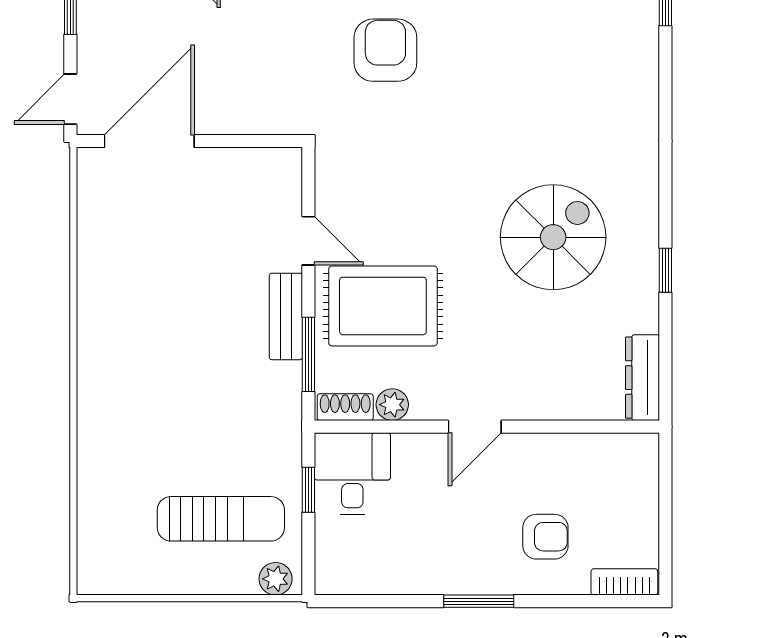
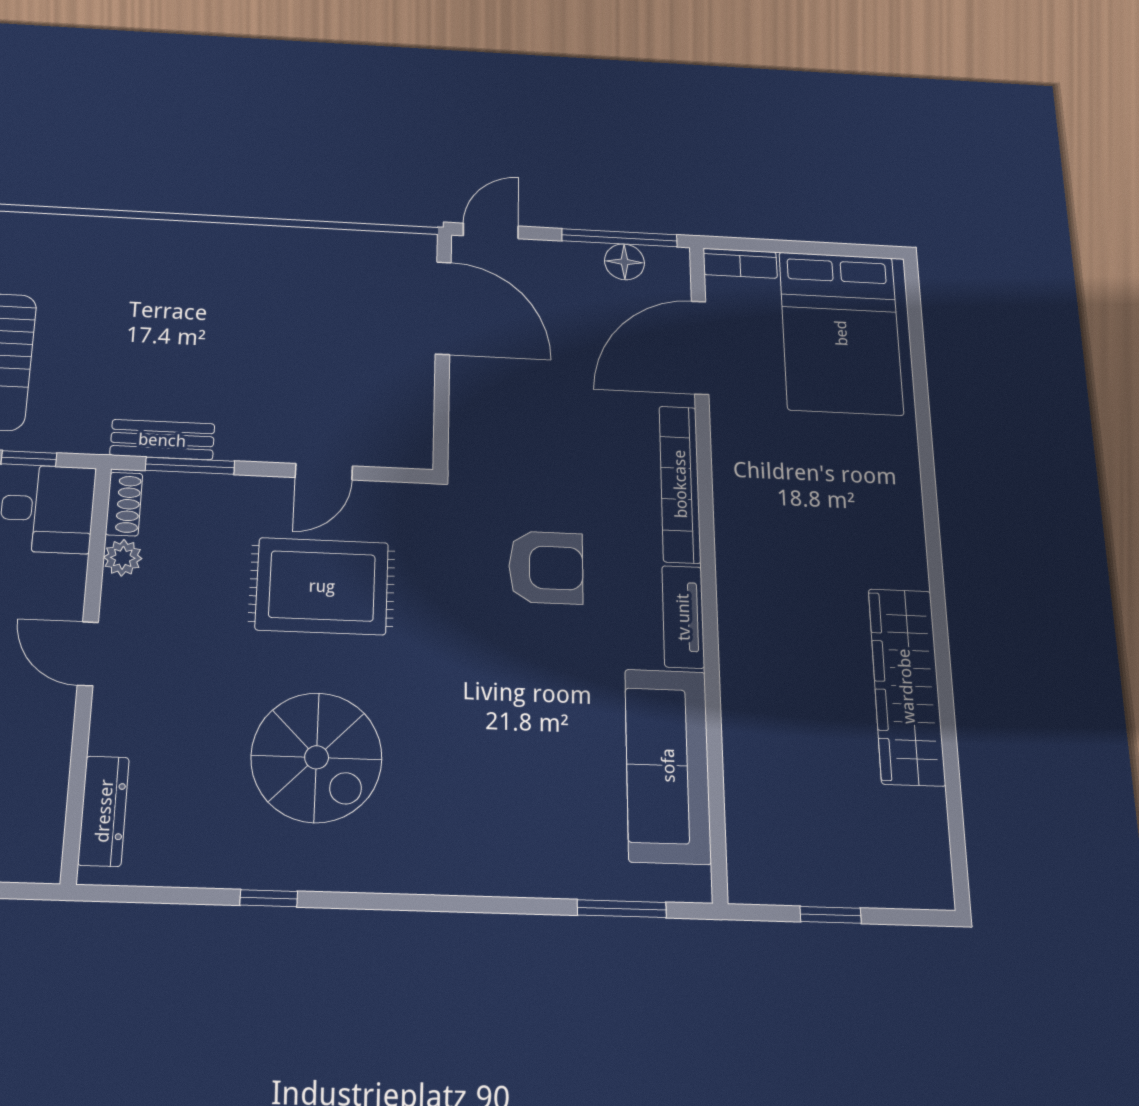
door: (70, 99) -> (491, 231), hinge flipped
rug: (383, 306) -> (322, 586), moved, turned 90
bench: (286, 316) -> (162, 440), moved
dresser: (643, 378) -> (104, 811), moved, turned 90

